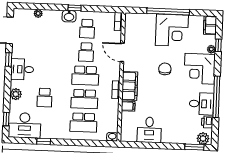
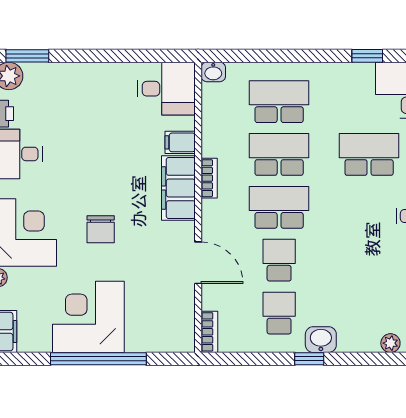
school desk: (44, 98) -> (369, 154), width x1.85
desk: (149, 130) -> (166, 89), moved, turned 90

